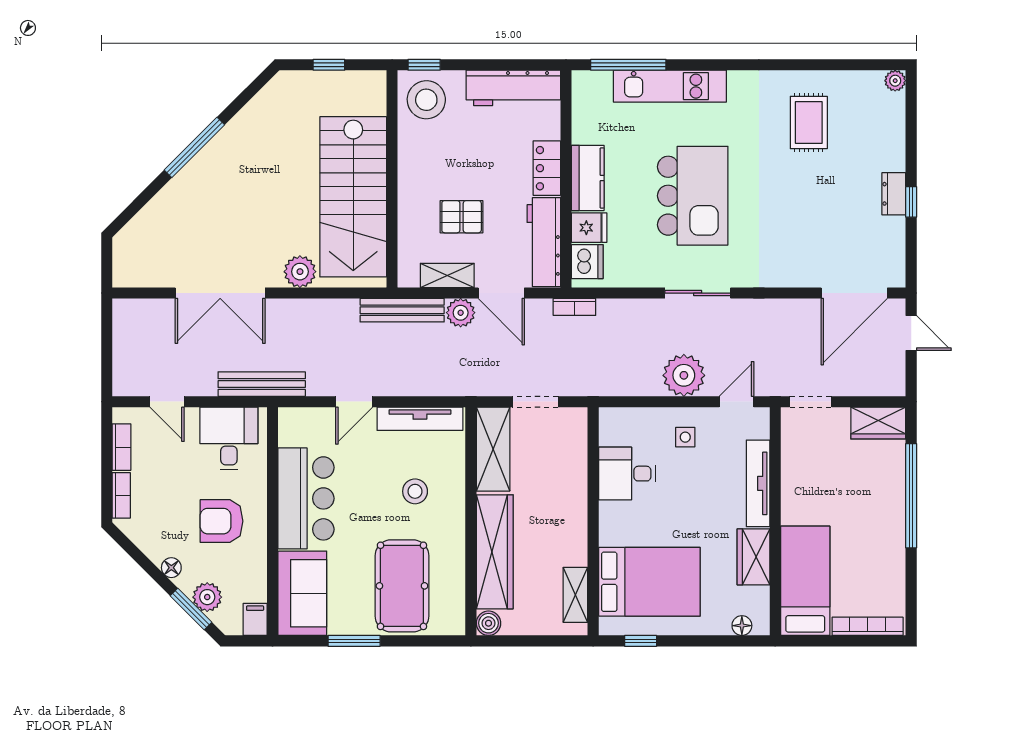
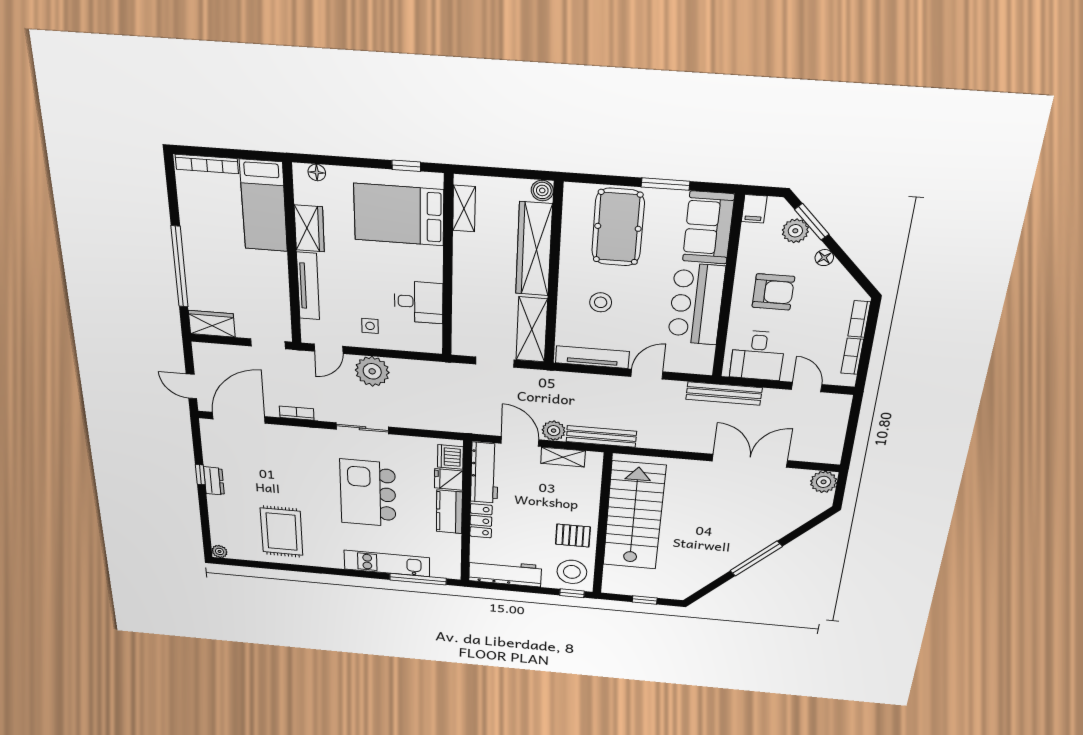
rug: (809, 122) -> (282, 532), width x1.36, depth x1.43
pallet: (462, 217) -> (573, 536), moved
plant: (300, 272) -> (824, 482), moved
bookcase: (574, 307) -> (297, 413), moved

